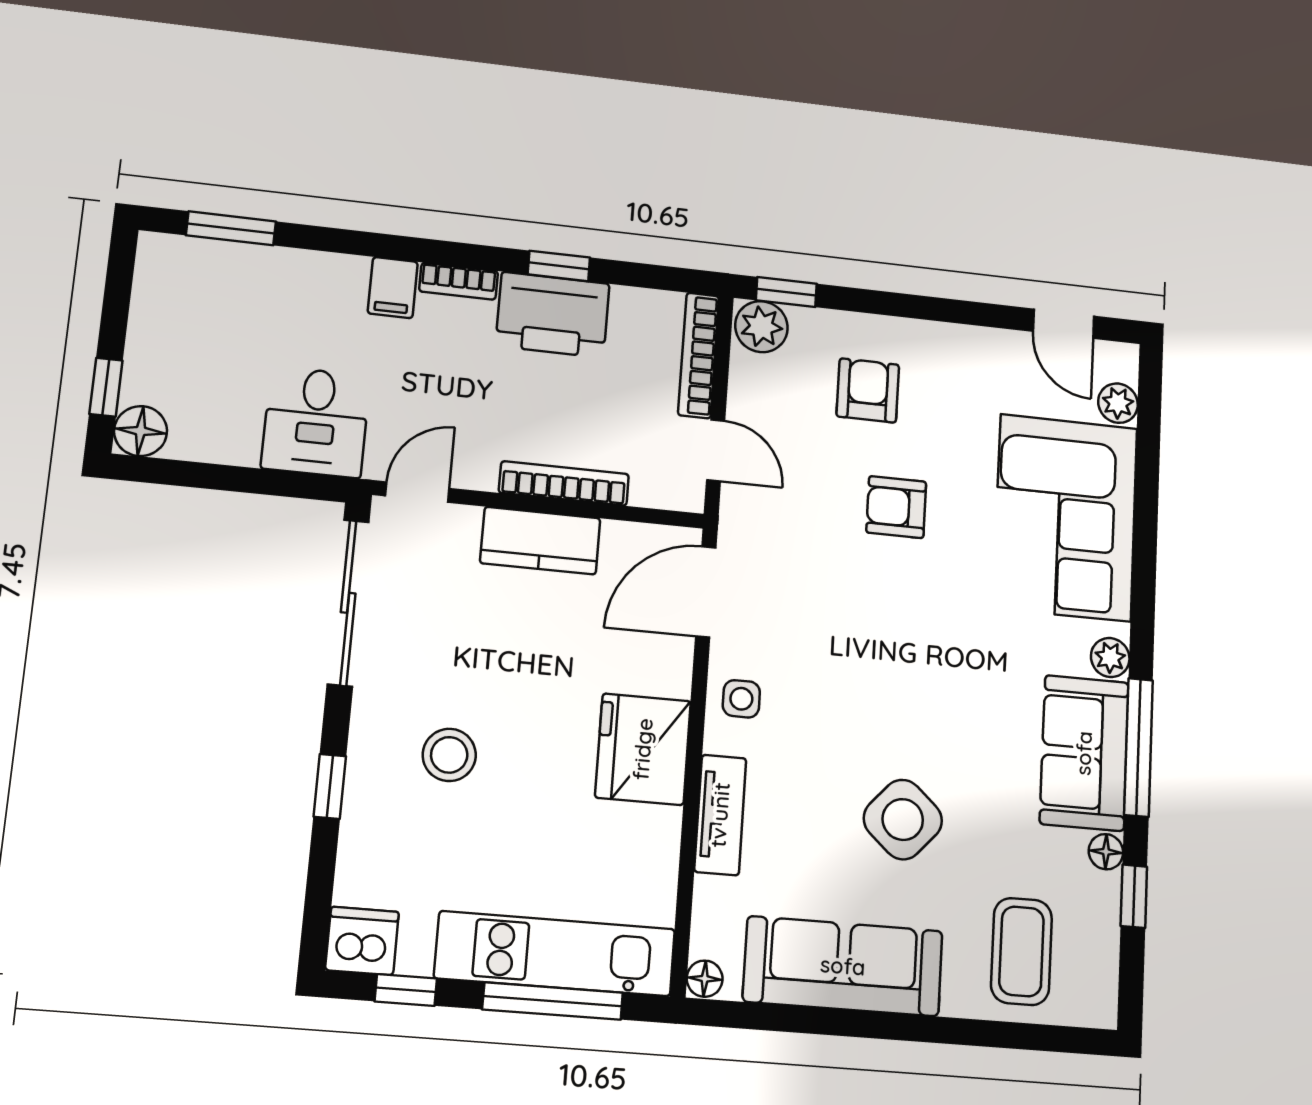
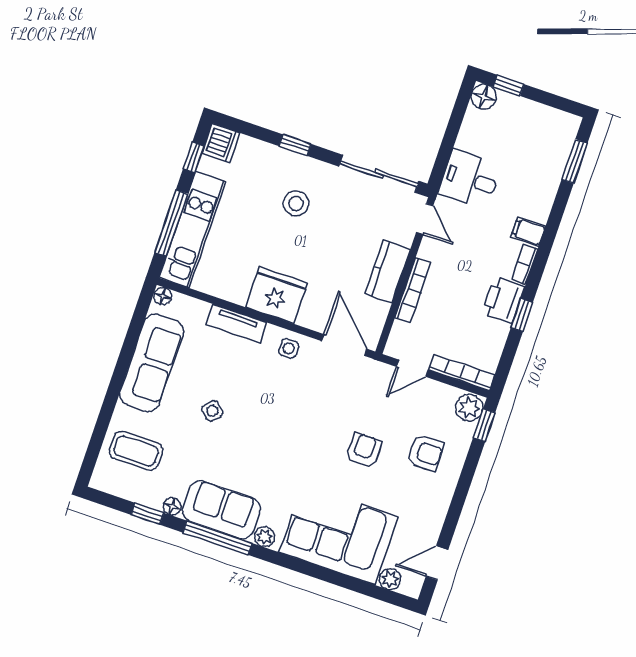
printer: (553, 315) -> (503, 300), width x0.73, depth x0.84
side table: (903, 820) -> (212, 411), width x0.54, depth x0.54

